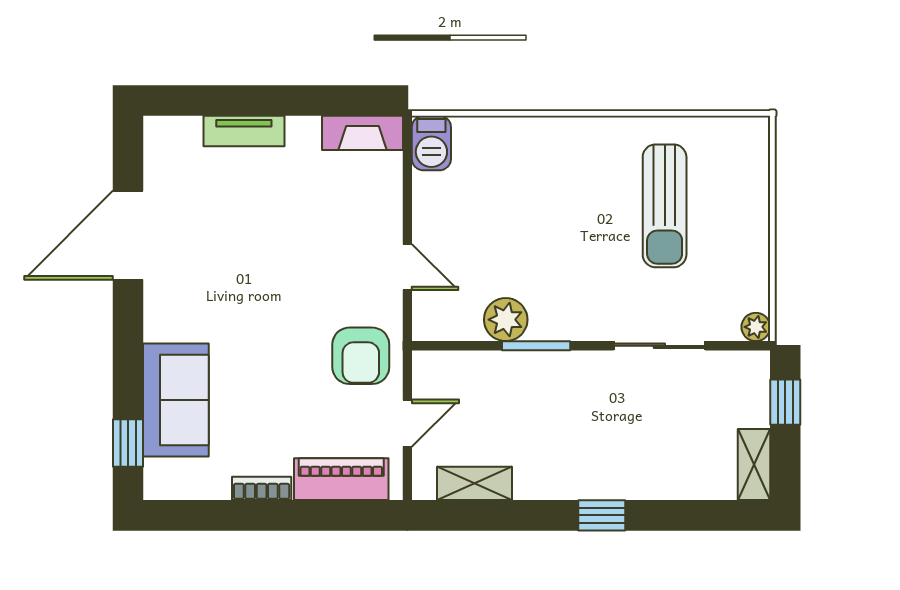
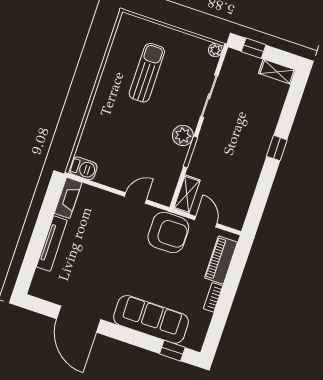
tv unit: (244, 131) -> (52, 244), width x1.41
sun lounger: (665, 206) -> (147, 73), turned -90
plant: (506, 320) -> (183, 135), moved
armchair: (361, 356) -> (168, 232), width x1.36, depth x1.36
sofa: (176, 400) -> (151, 319), width x1.36
shelving: (474, 483) -> (187, 194), moved

